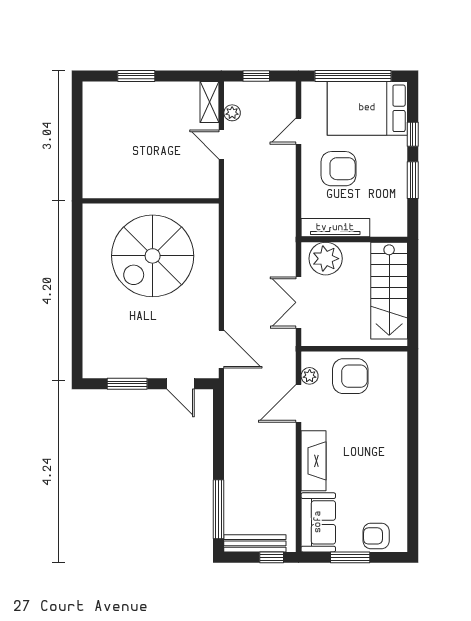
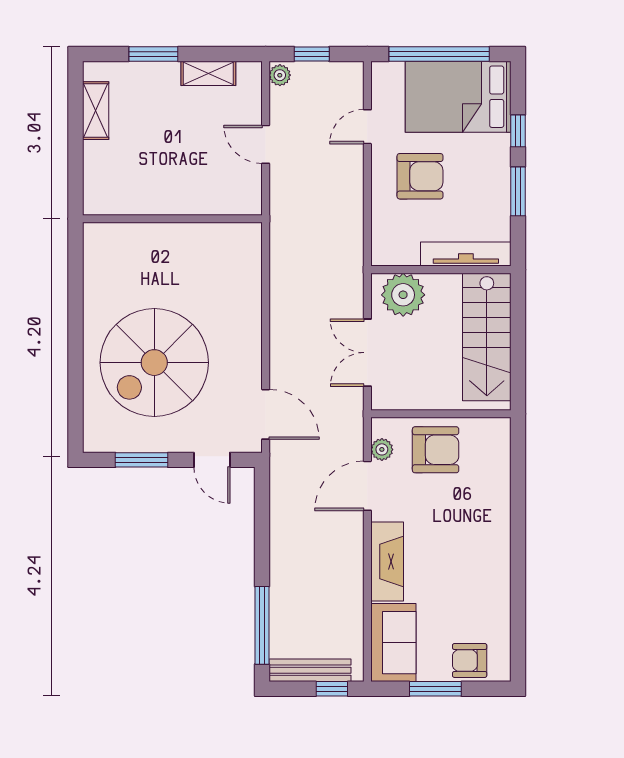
shelving: (209, 102) -> (208, 73), moved, turned 90
plant: (232, 113) -> (280, 75), moved
shelving: (92, 119) -> (96, 111), added
tv unit: (335, 228) -> (466, 254), moved
spiral stairs: (153, 256) -> (154, 363), moved

